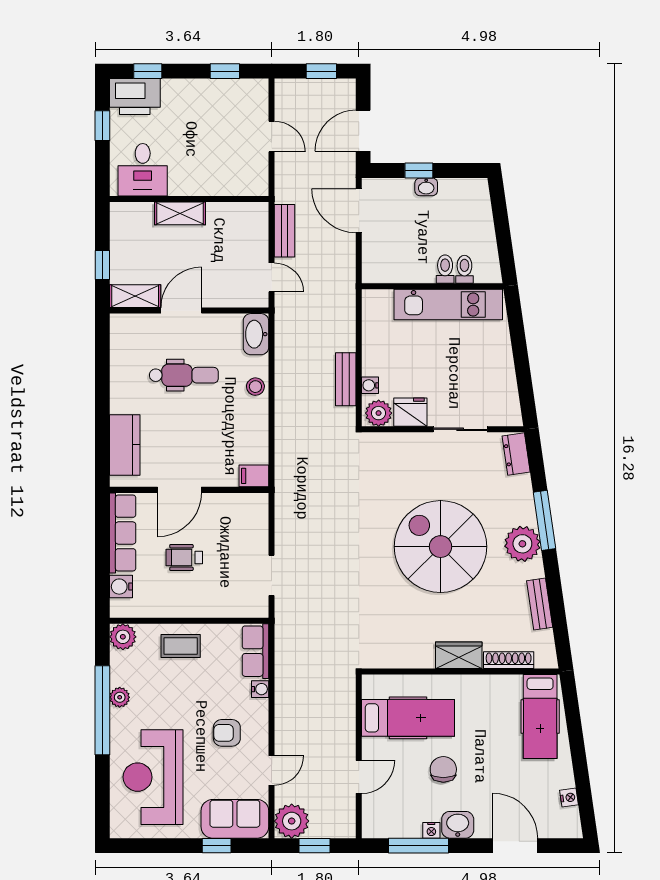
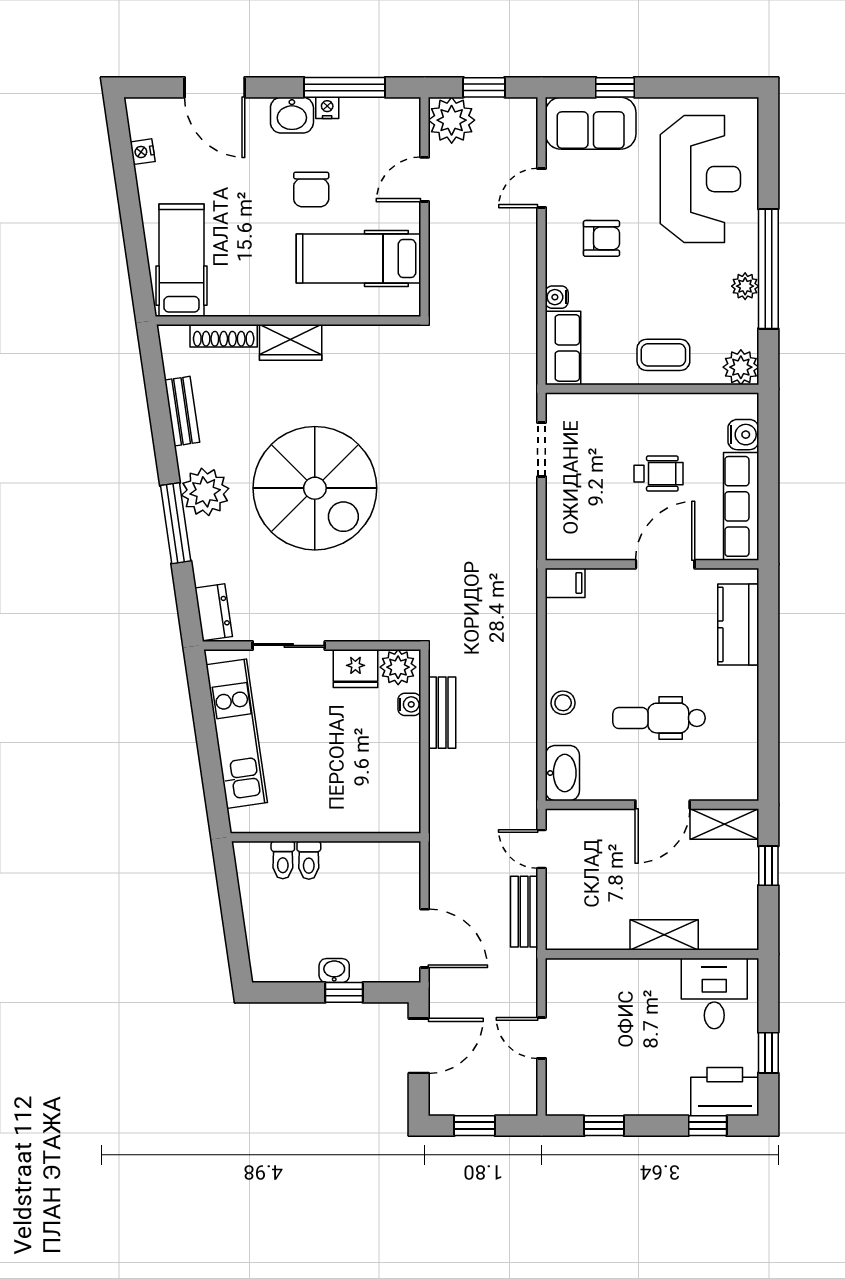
kitchen unit: (448, 304) -> (237, 734), moved, turned 82
plant: (292, 821) -> (452, 120), moved

